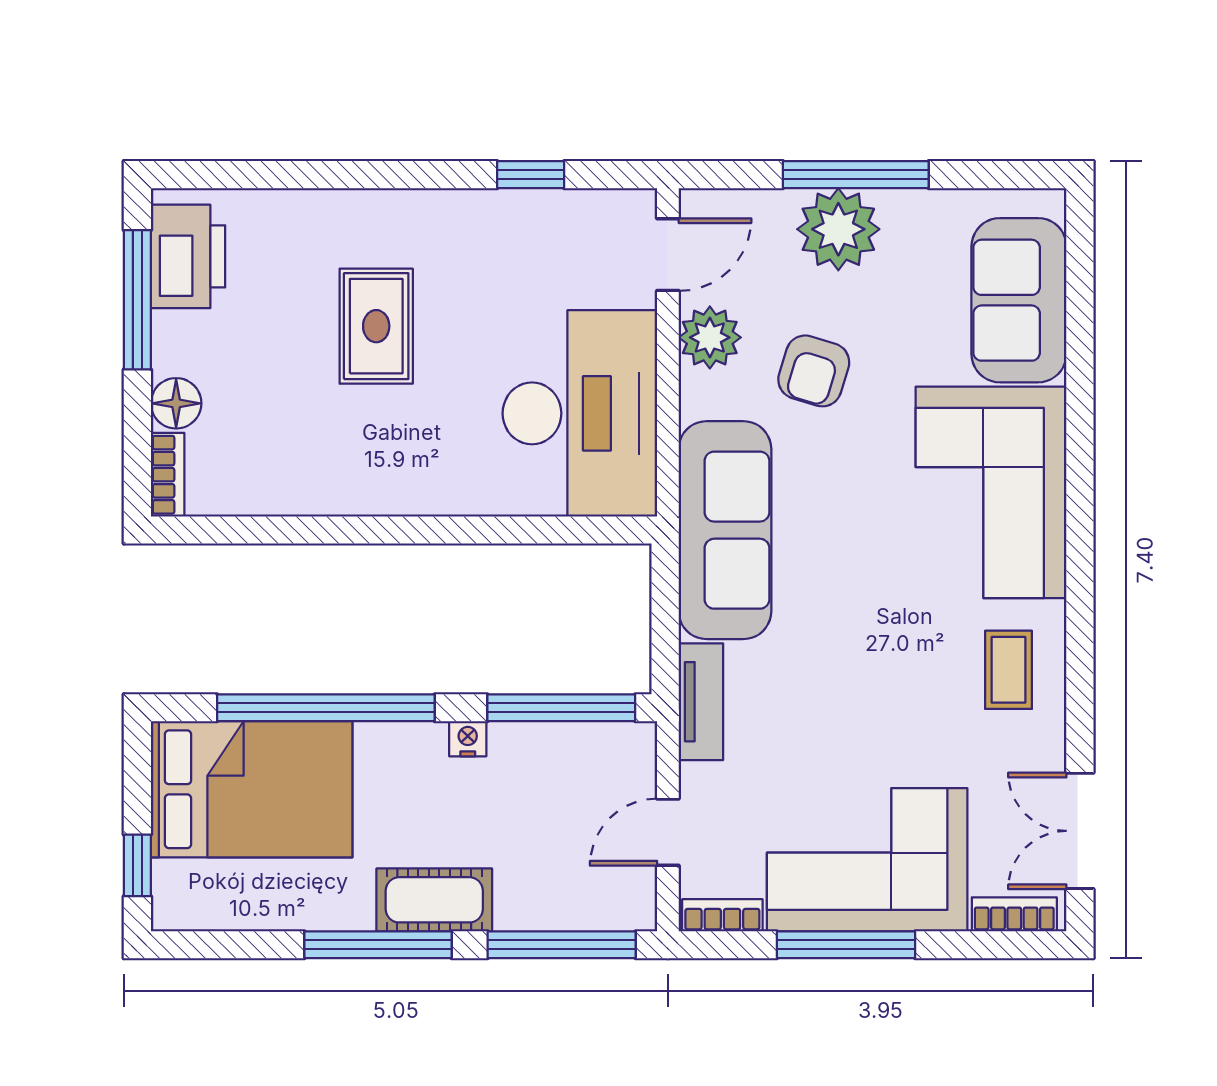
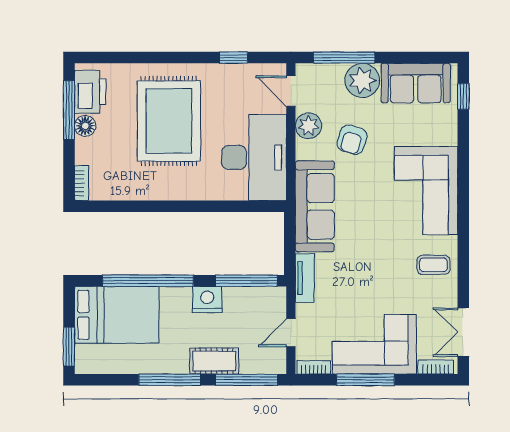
window: (856, 175) -> (344, 58), moved
door: (668, 255) -> (291, 91), swing flipped
window: (1080, 267) -> (463, 96), added
sofa: (1019, 300) -> (416, 83), moved, turned -90
rug: (376, 326) -> (169, 121), width x1.86, depth x2.06
floor lamp: (176, 403) -> (85, 126), moved
coffee table: (1008, 670) -> (433, 265), turned 90
nightstand: (468, 739) -> (207, 299), width x1.89, depth x1.79
window: (137, 865) -> (69, 347), width x1.50
cot: (434, 900) -> (214, 361), moved

